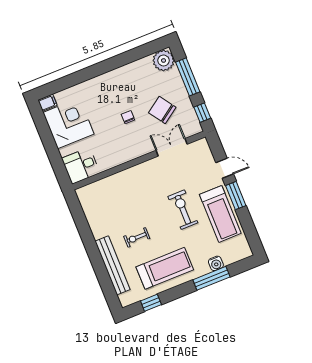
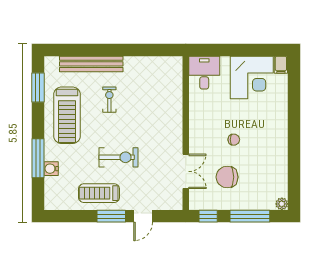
plant: (164, 60) -> (282, 204), width x0.53, depth x0.53
chair: (162, 110) -> (227, 177), turned -145
treadmill: (220, 214) -> (99, 193), width x0.73, depth x0.73
window: (151, 303) -> (38, 87), width x1.50

